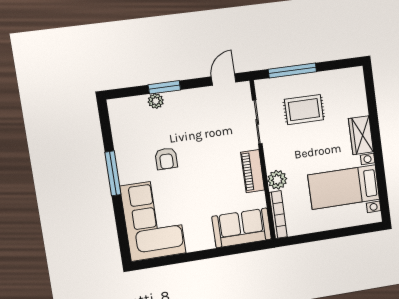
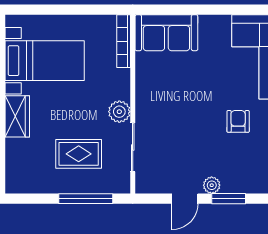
door: (224, 79) -> (185, 199), moved
plant: (156, 101) -> (212, 185), moved
piano: (253, 171) -> (145, 94), removed
plant: (277, 180) -> (119, 112), moved

